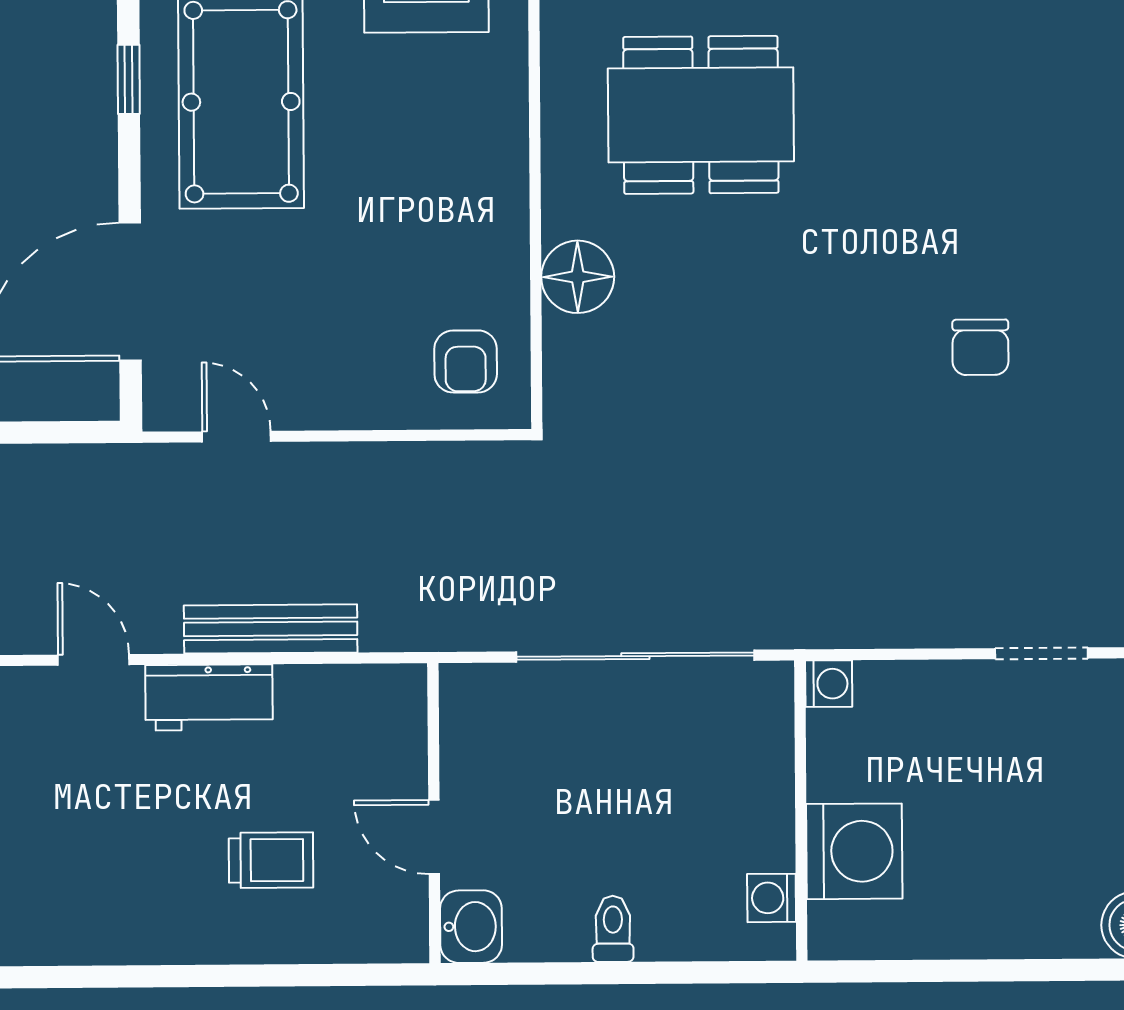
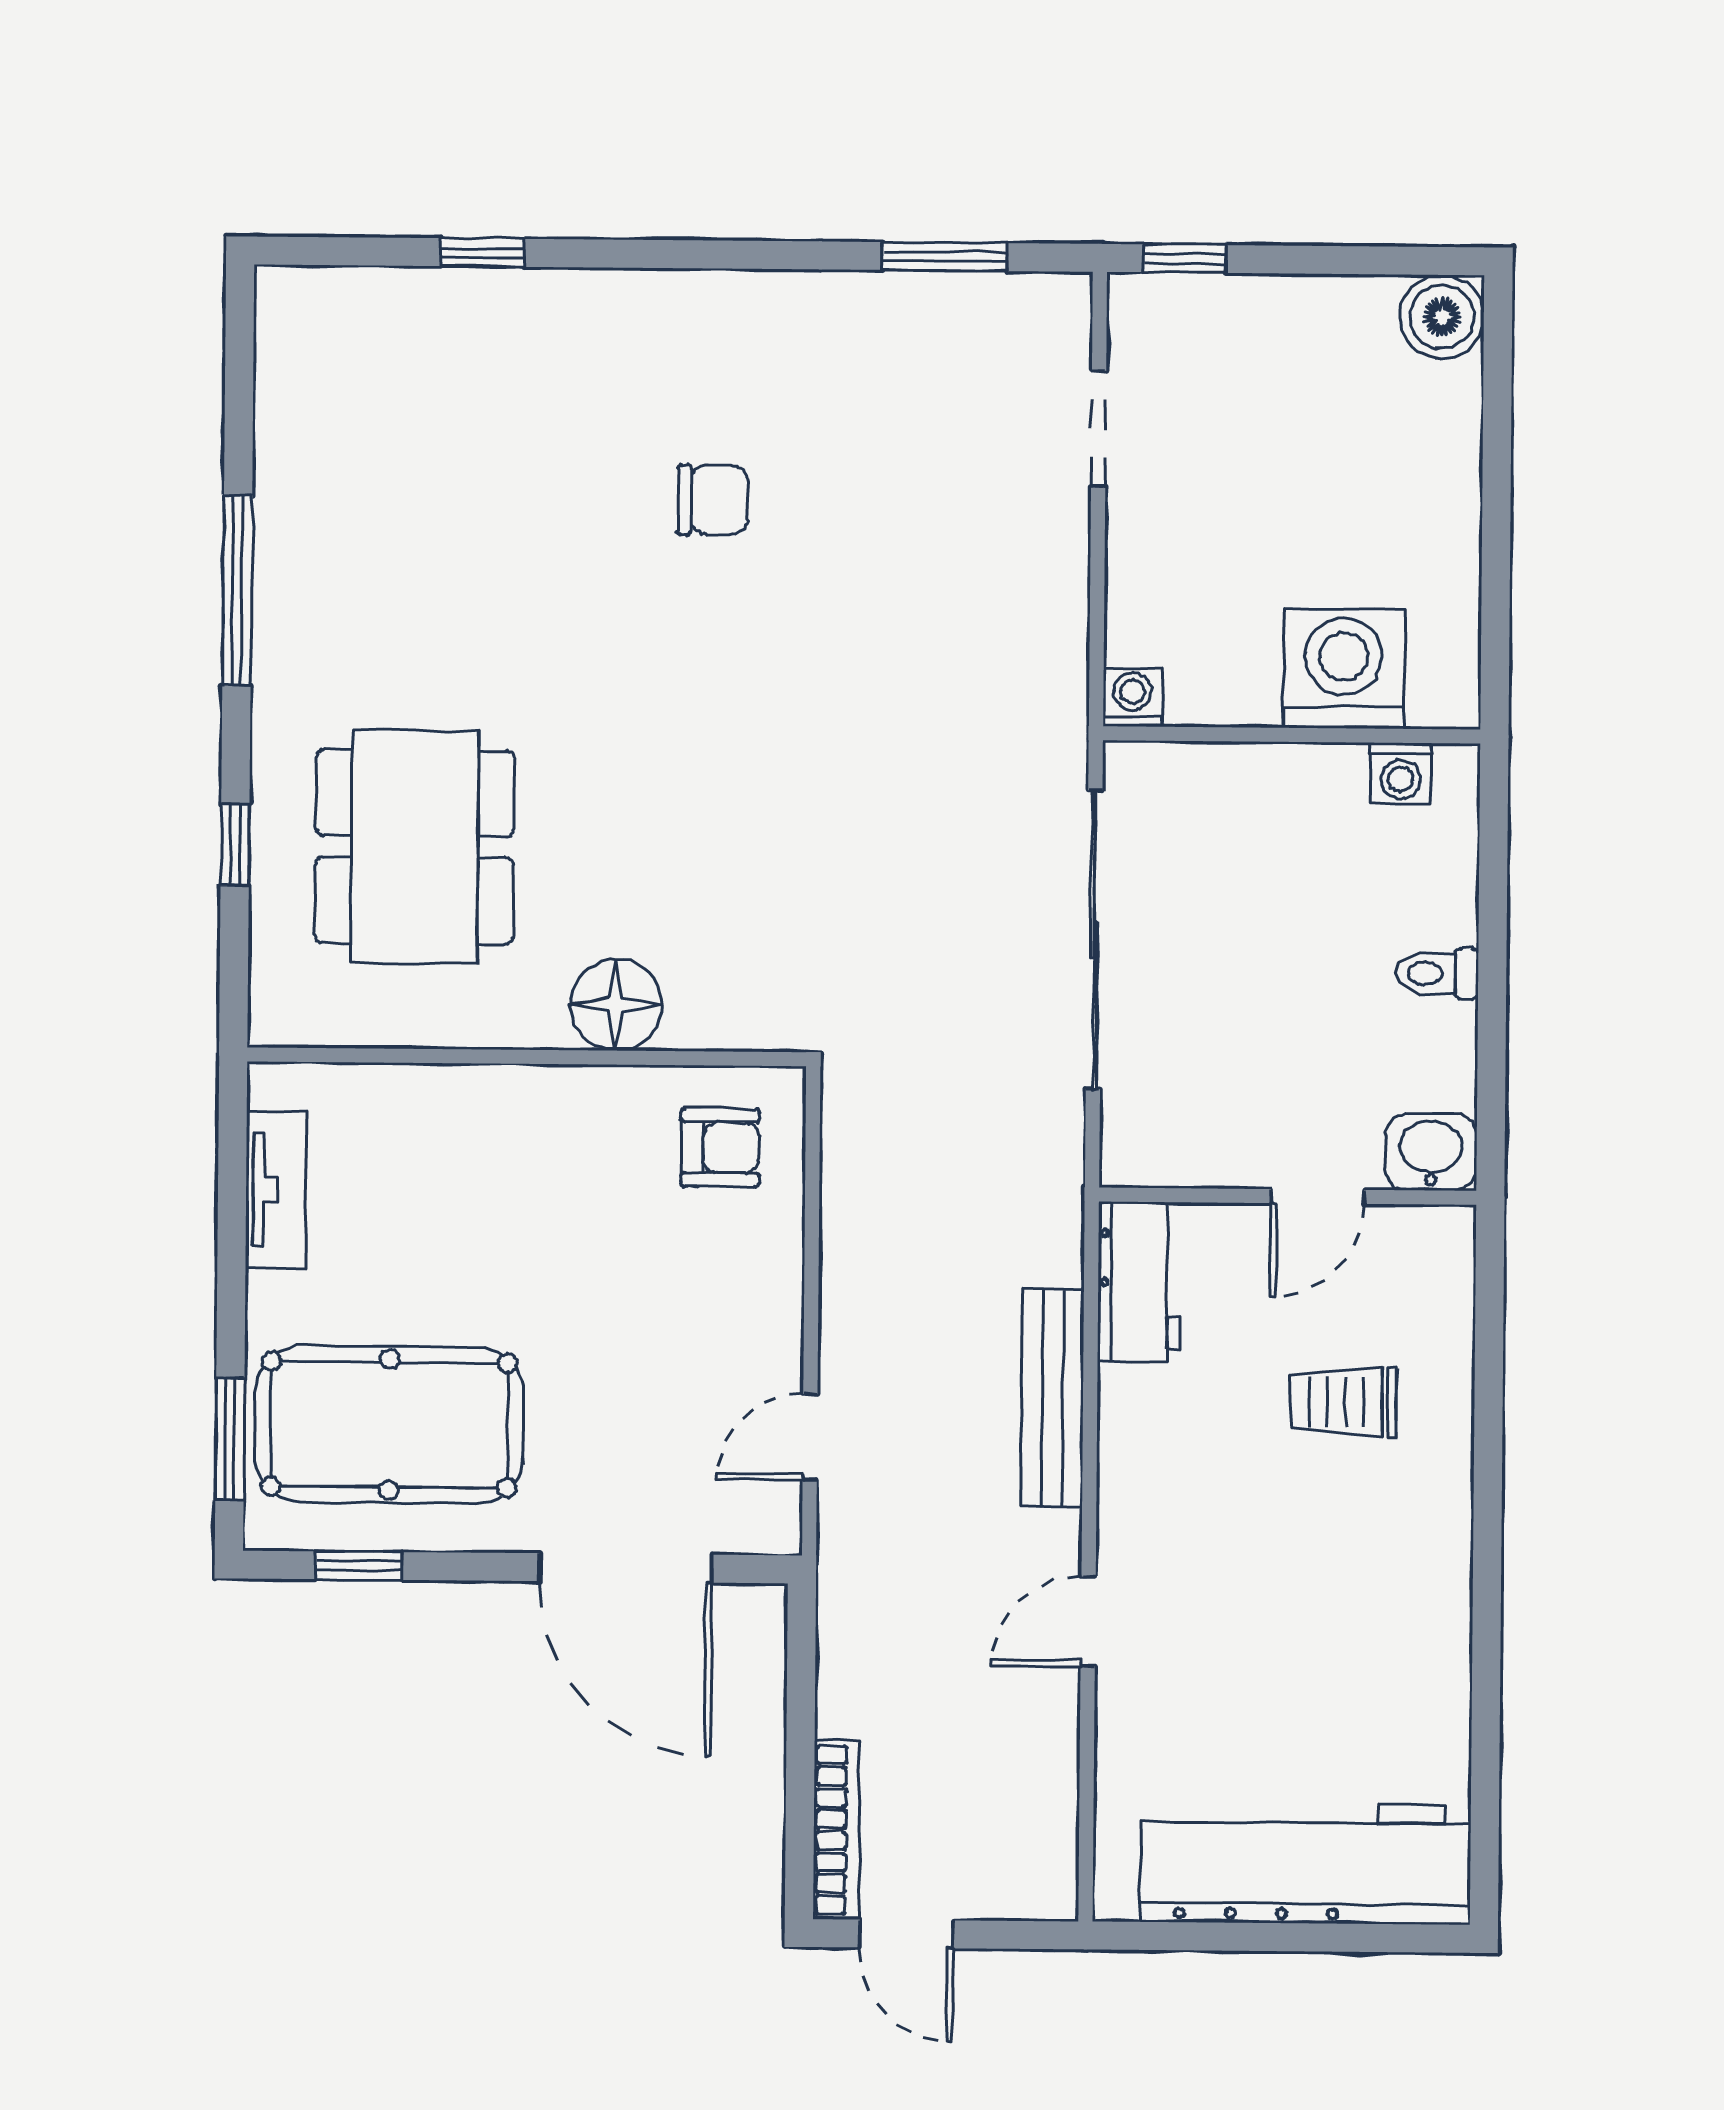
workbench: (209, 697) -> (1139, 1282), moved
trolley: (271, 860) -> (1344, 1402), turned -90

